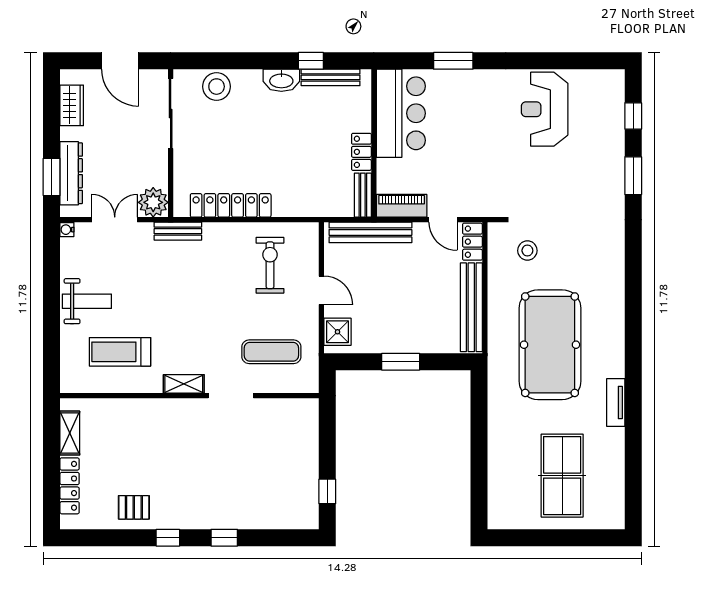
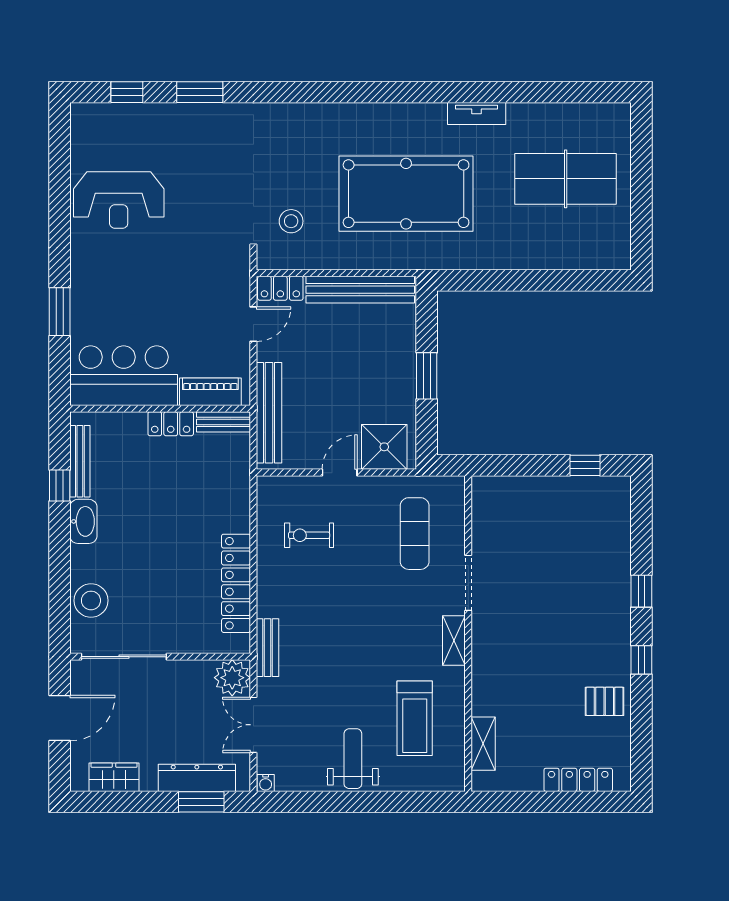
piano: (402, 206) -> (210, 392), moved, turned 90
exercise bike: (270, 265) -> (309, 535), width x0.73, depth x0.72
shower: (338, 332) -> (384, 447), width x1.36, depth x1.36
shelving: (70, 433) -> (483, 744), moved, turned 90
pallet: (134, 507) -> (605, 701), turned 90

